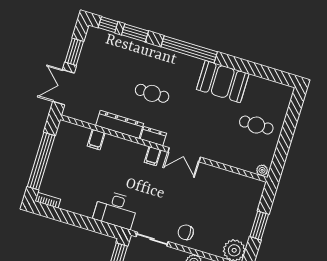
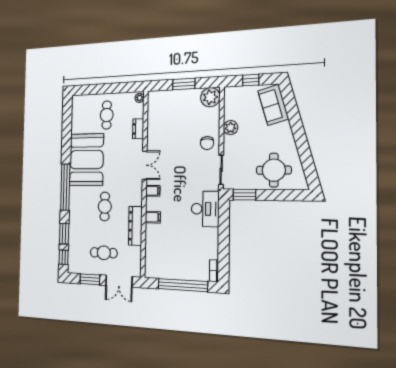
cafe table: (100, 78) -> (104, 253), added
booth: (223, 82) -> (86, 160), width x1.36, depth x1.42
dresser: (153, 136) -> (138, 129), moved
filing cabinet: (96, 140) -> (153, 217), moved

